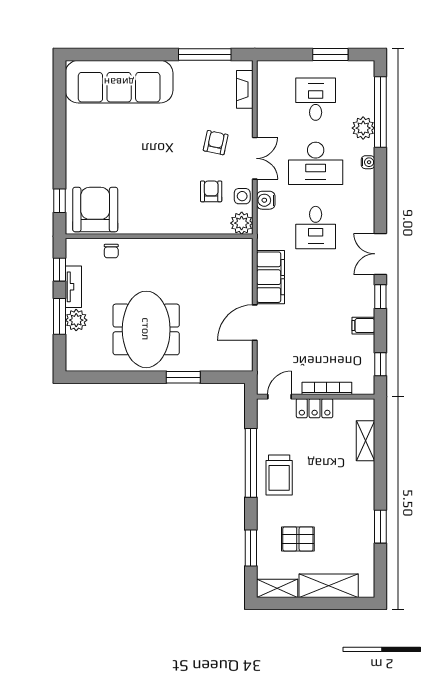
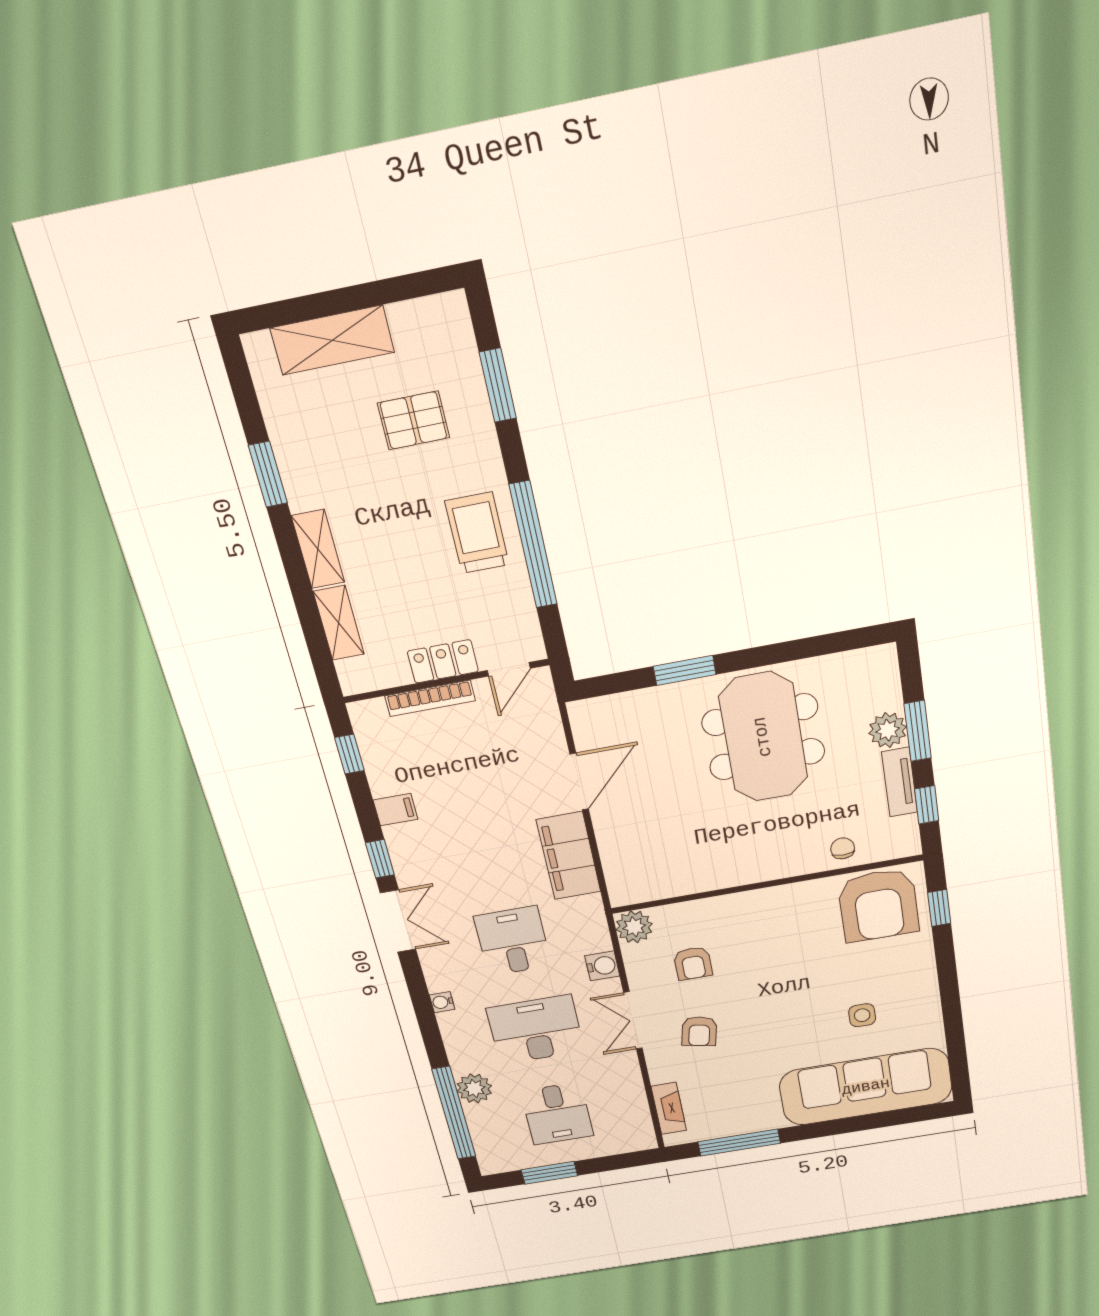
water cooler: (368, 162) -> (442, 1002), moved
side table: (242, 196) -> (862, 1015), moved
shelving: (277, 588) -> (318, 549), moved, turned 90

